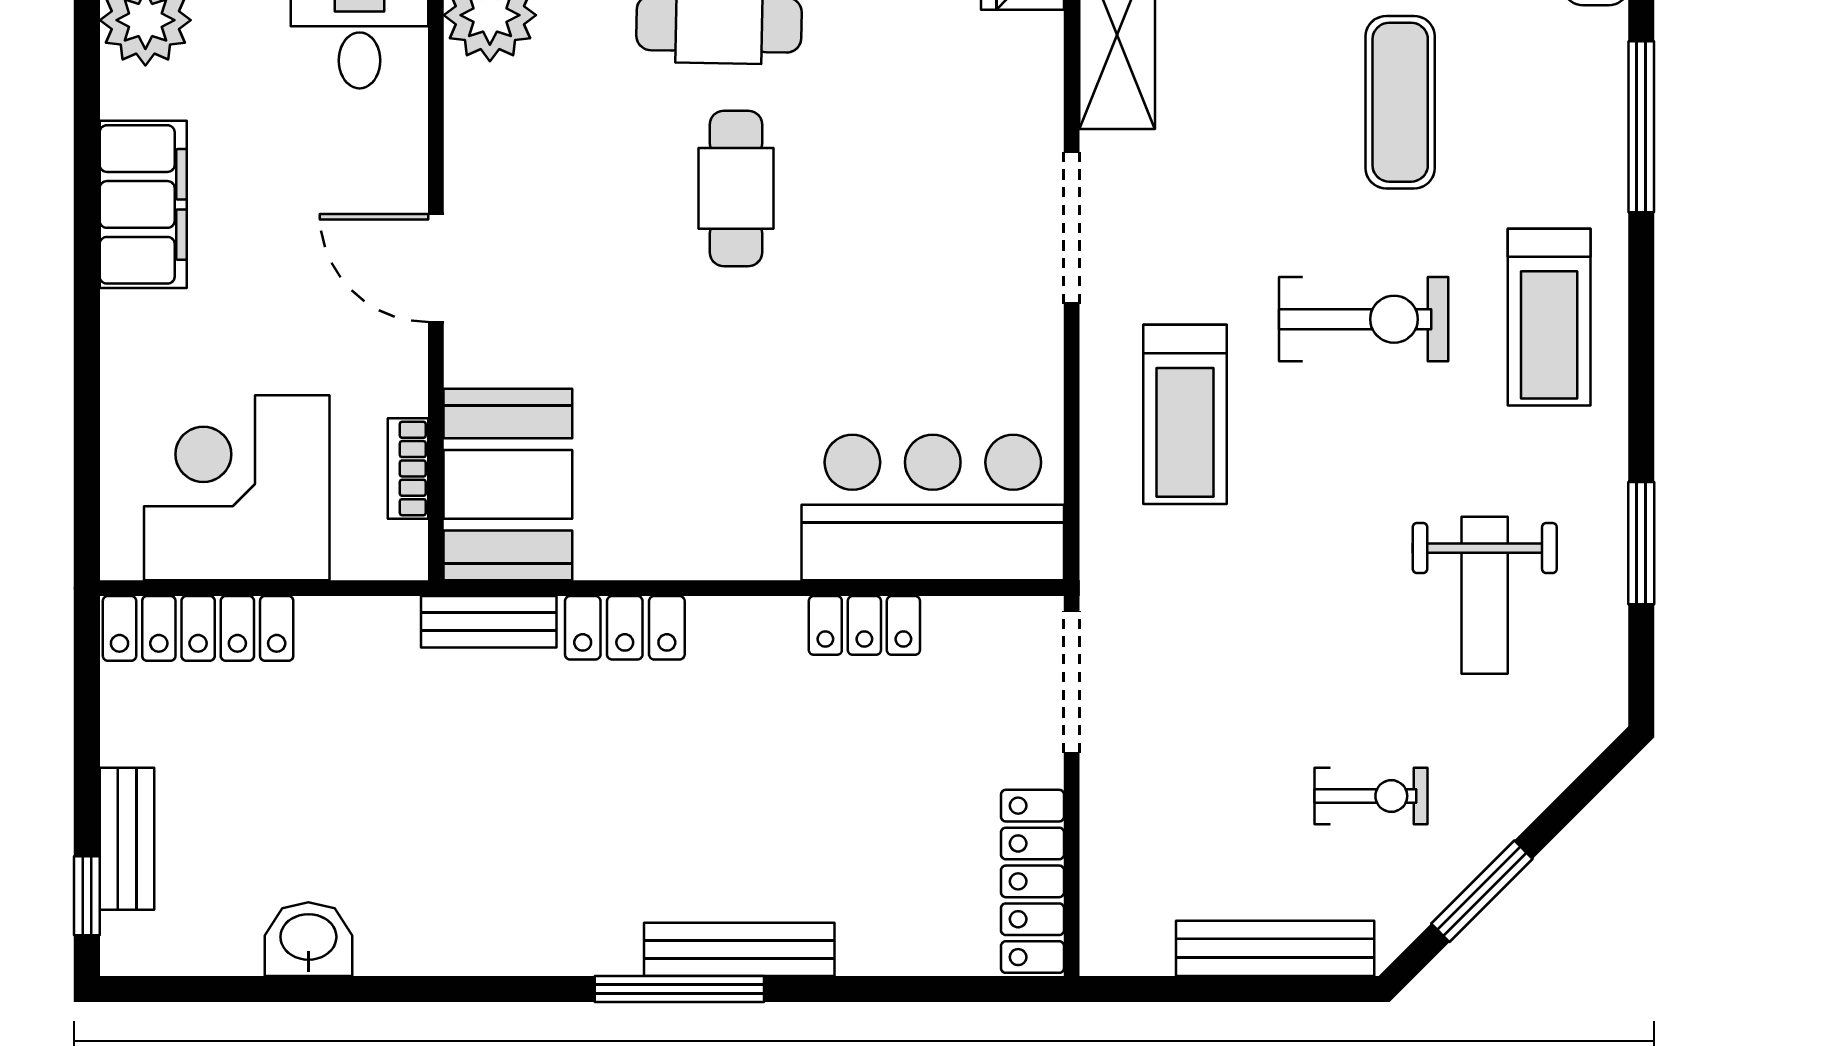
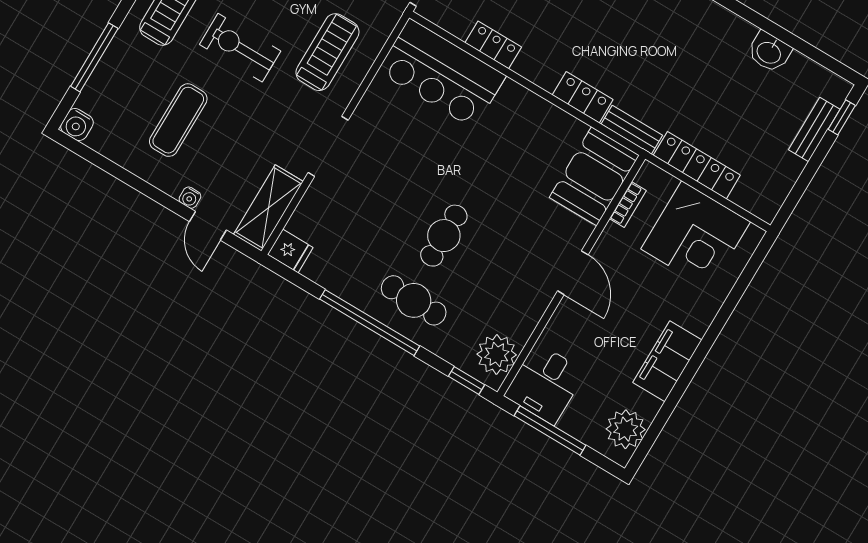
locker: (198, 628) -> (697, 165), moved

